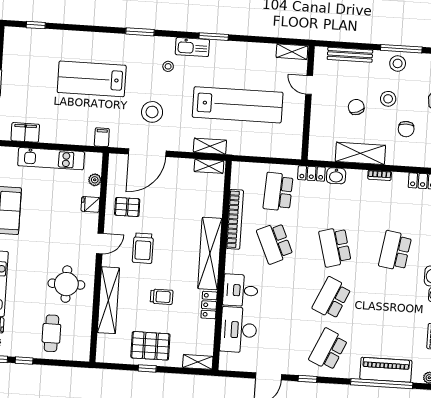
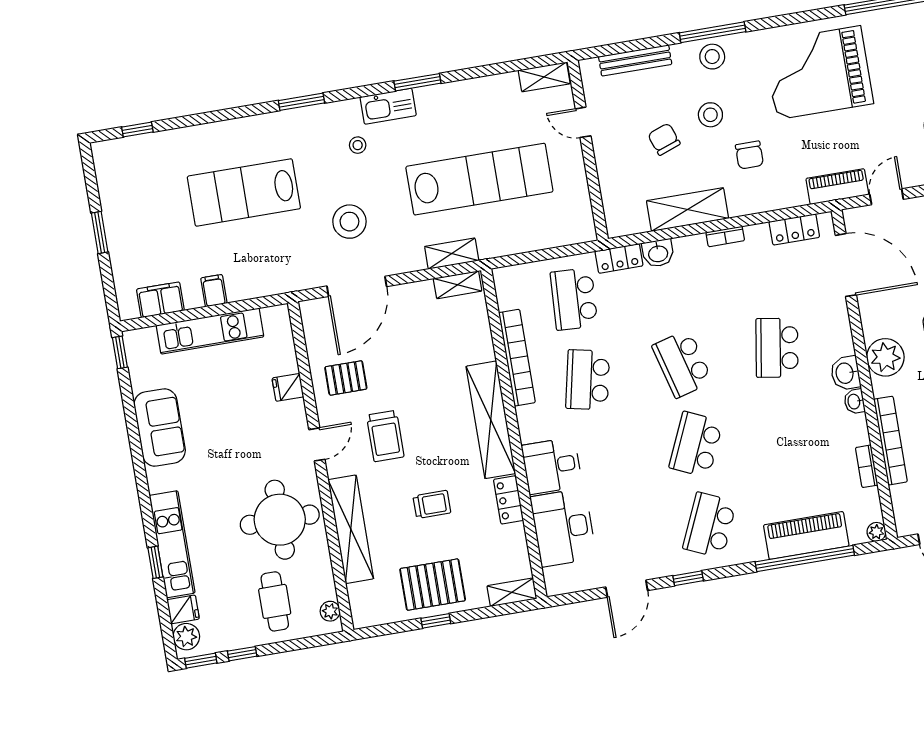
filing cabinet: (102, 137) -> (214, 291), moved
plant: (95, 180) -> (330, 611), moved
school desk: (275, 243) -> (588, 380), turned 36
round table: (66, 284) -> (280, 520), width x1.36, depth x1.36

